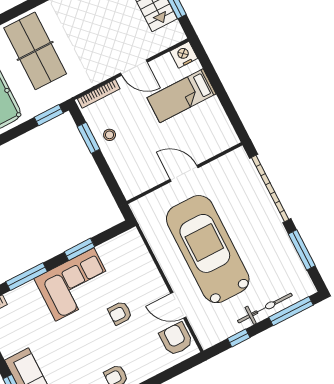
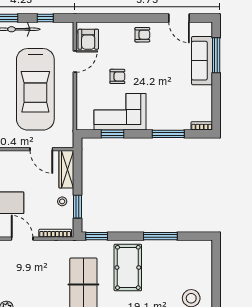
door: (184, 173) -> (41, 149), moved
wardrobe: (124, 175) -> (66, 169), added
window: (80, 249) -> (112, 134), moved
corner sofa: (75, 284) -> (120, 112), moved
door: (178, 305) -> (75, 61), hinge flipped

